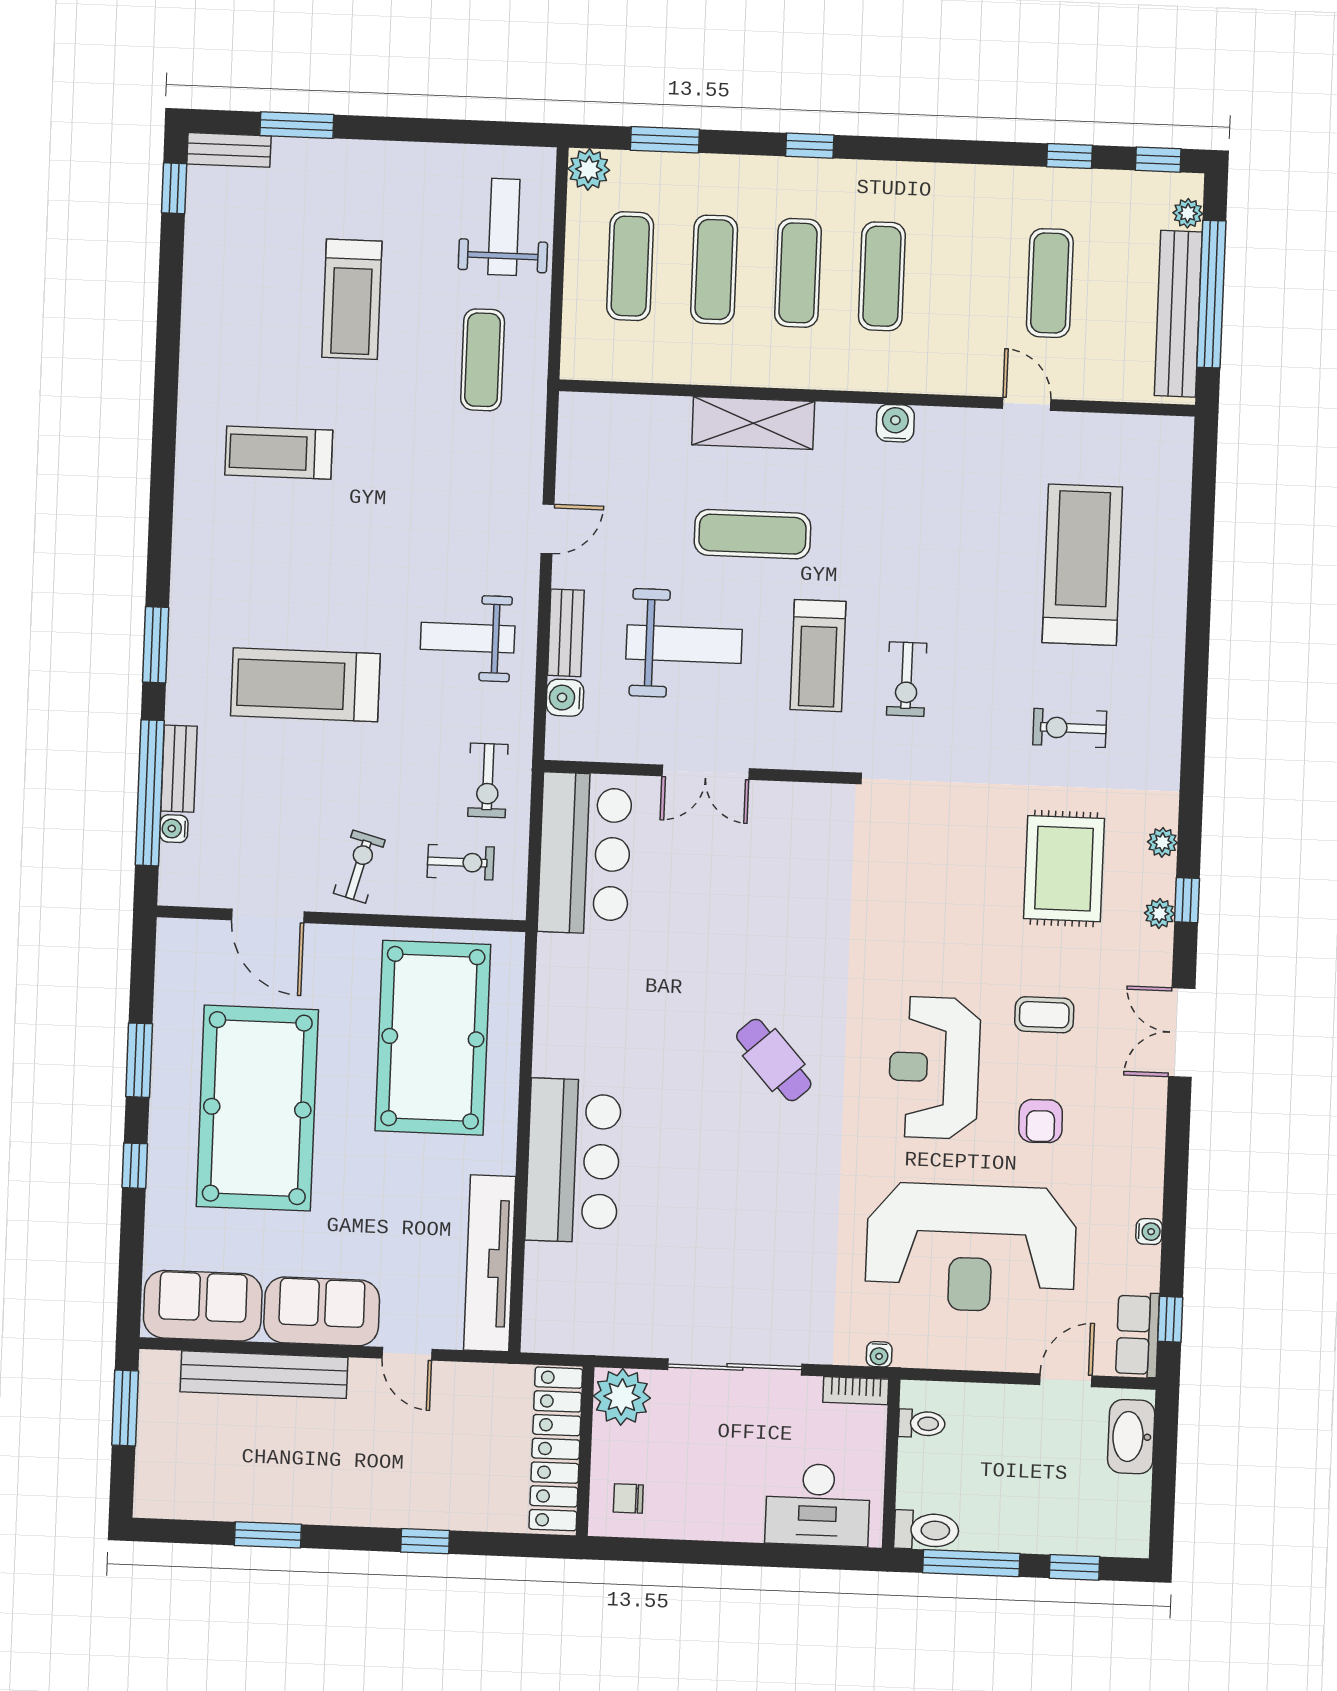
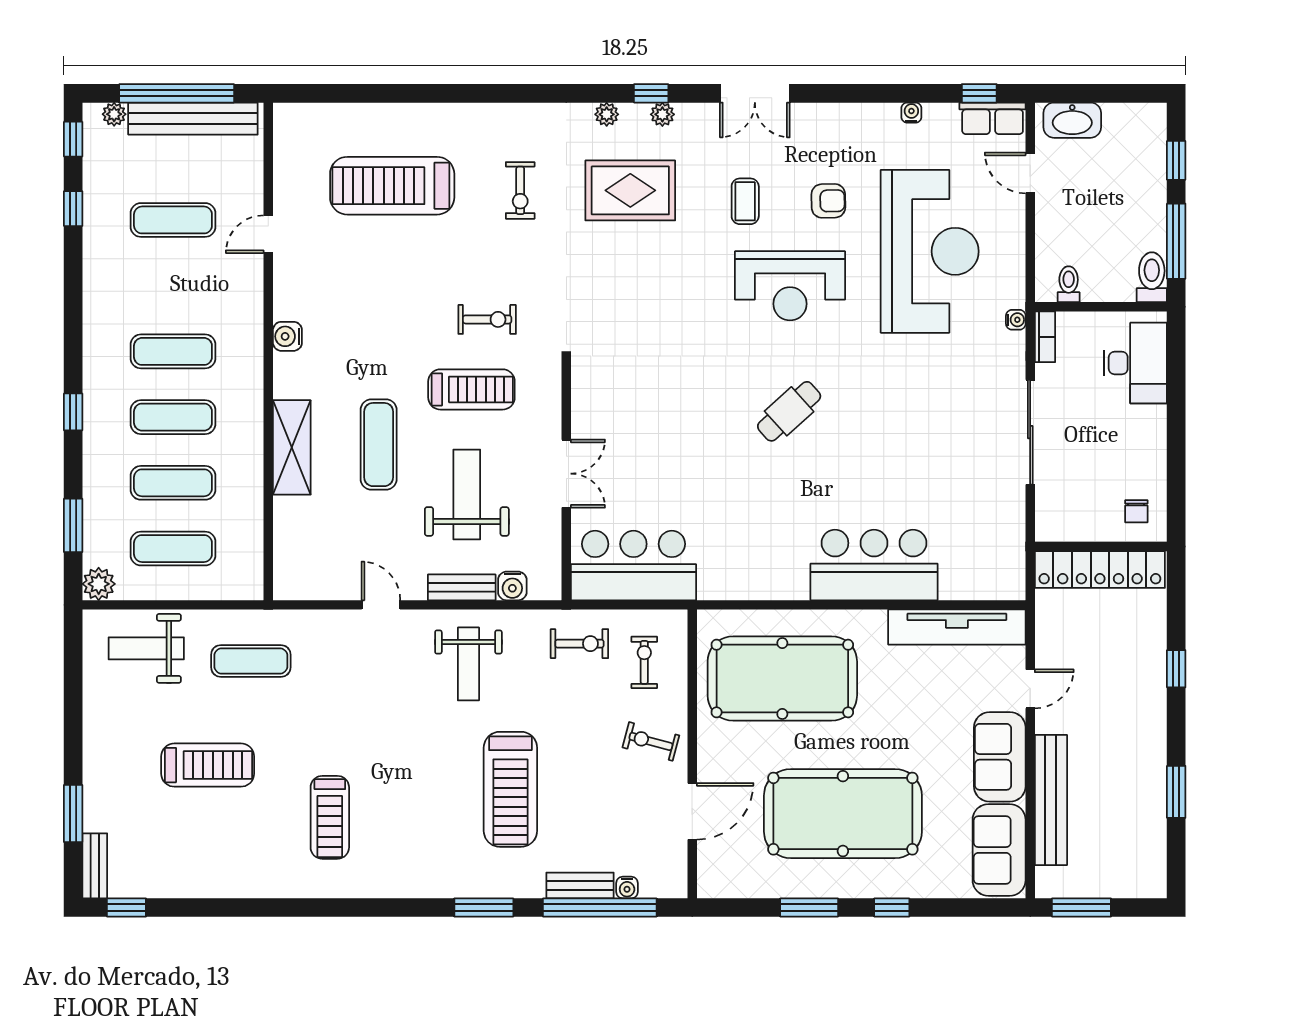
plant: (622, 1397) -> (1057, 520), removed

